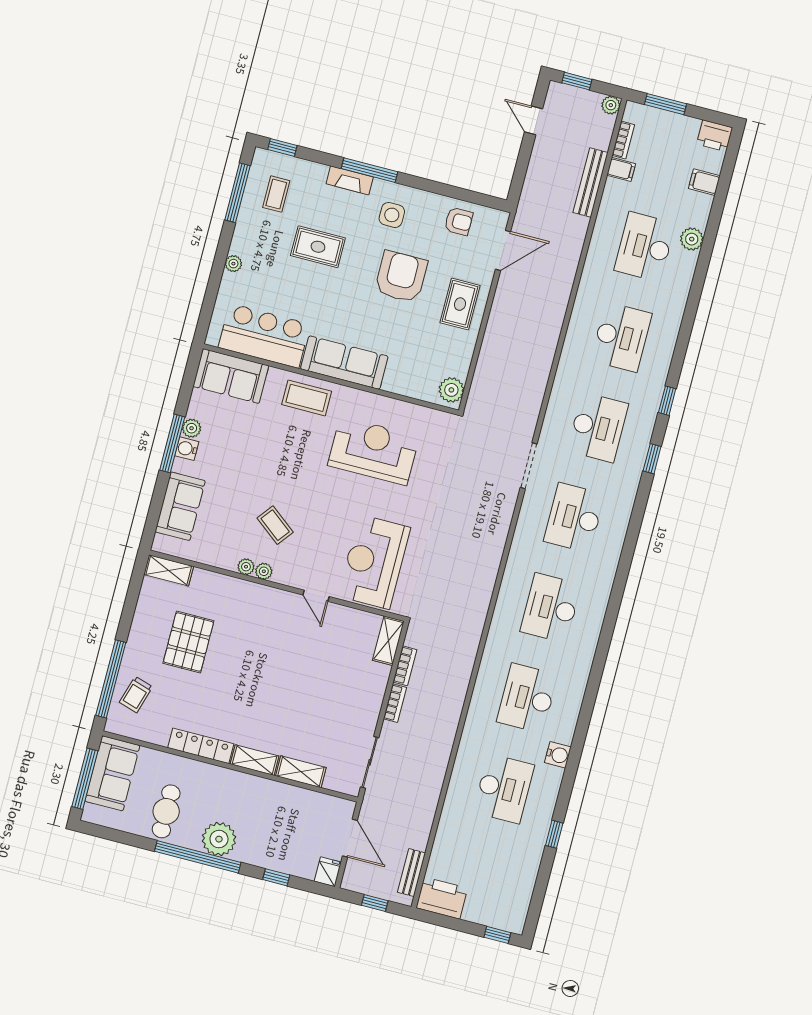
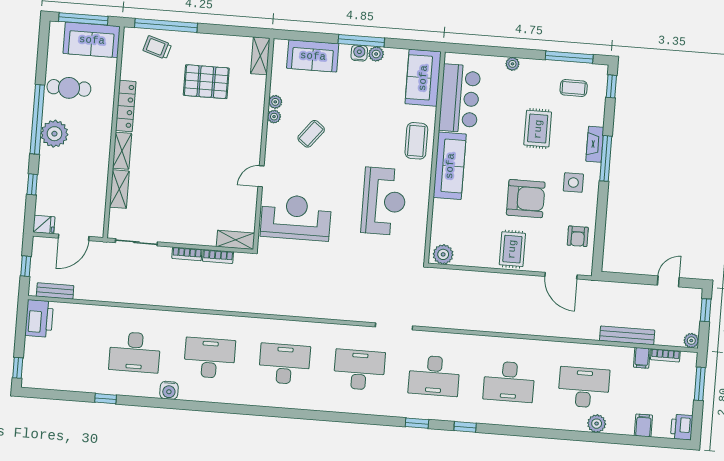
rug: (460, 304) -> (512, 249), turned 90
plant: (264, 571) -> (275, 102), moved

